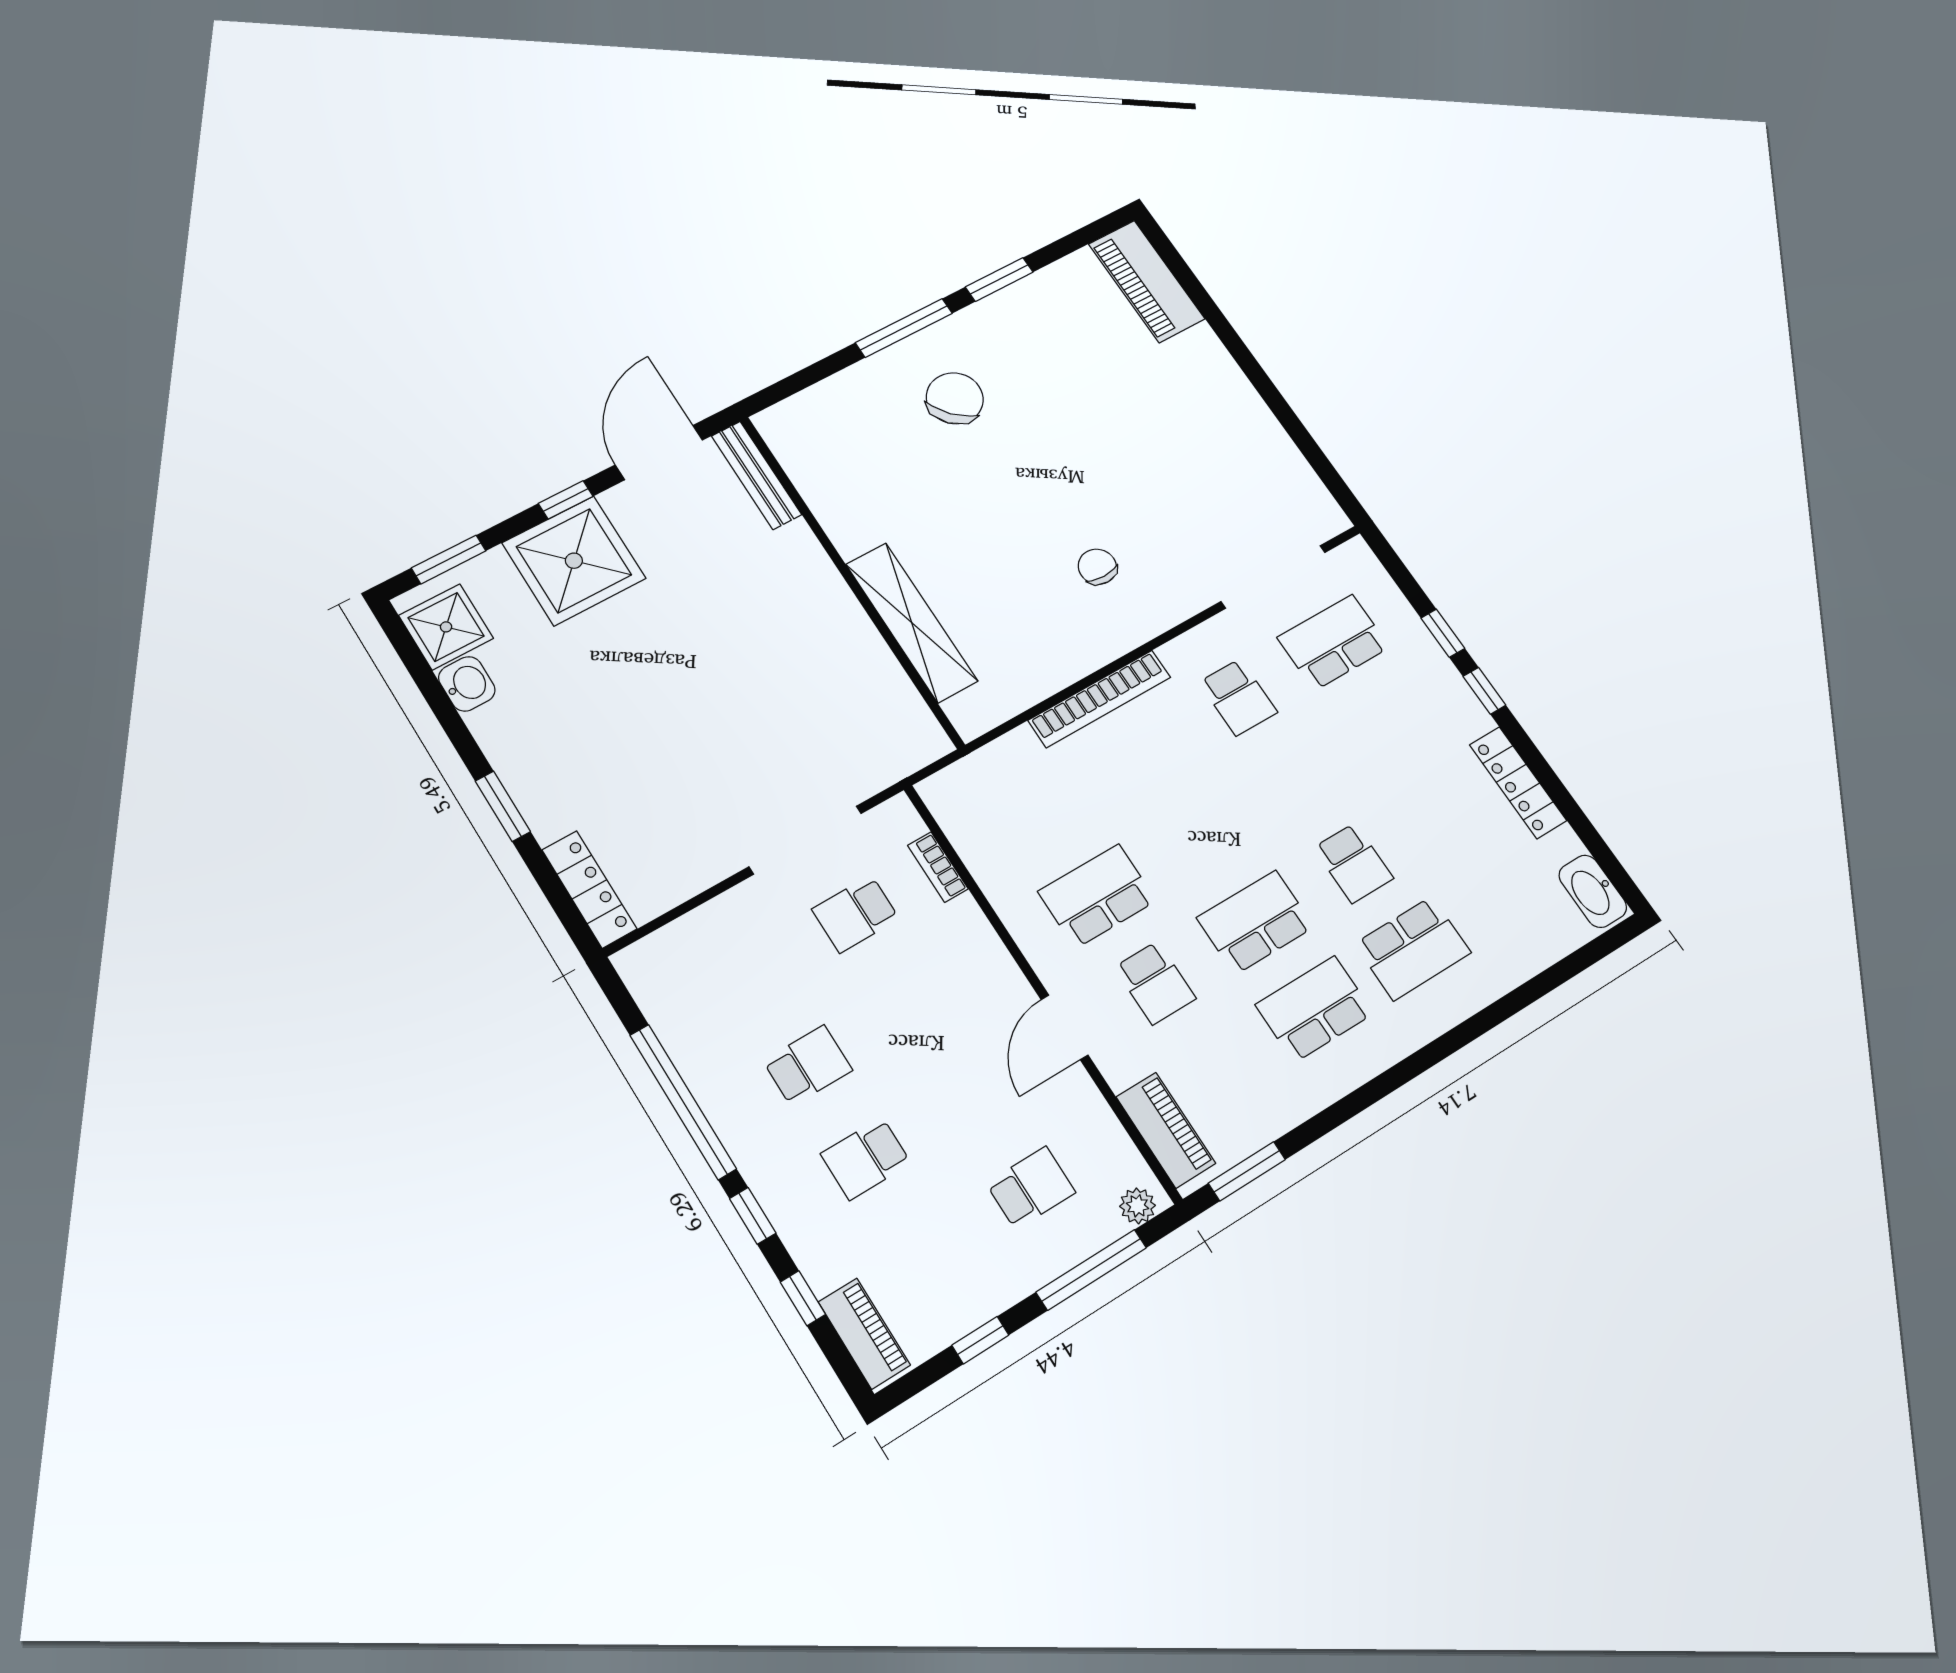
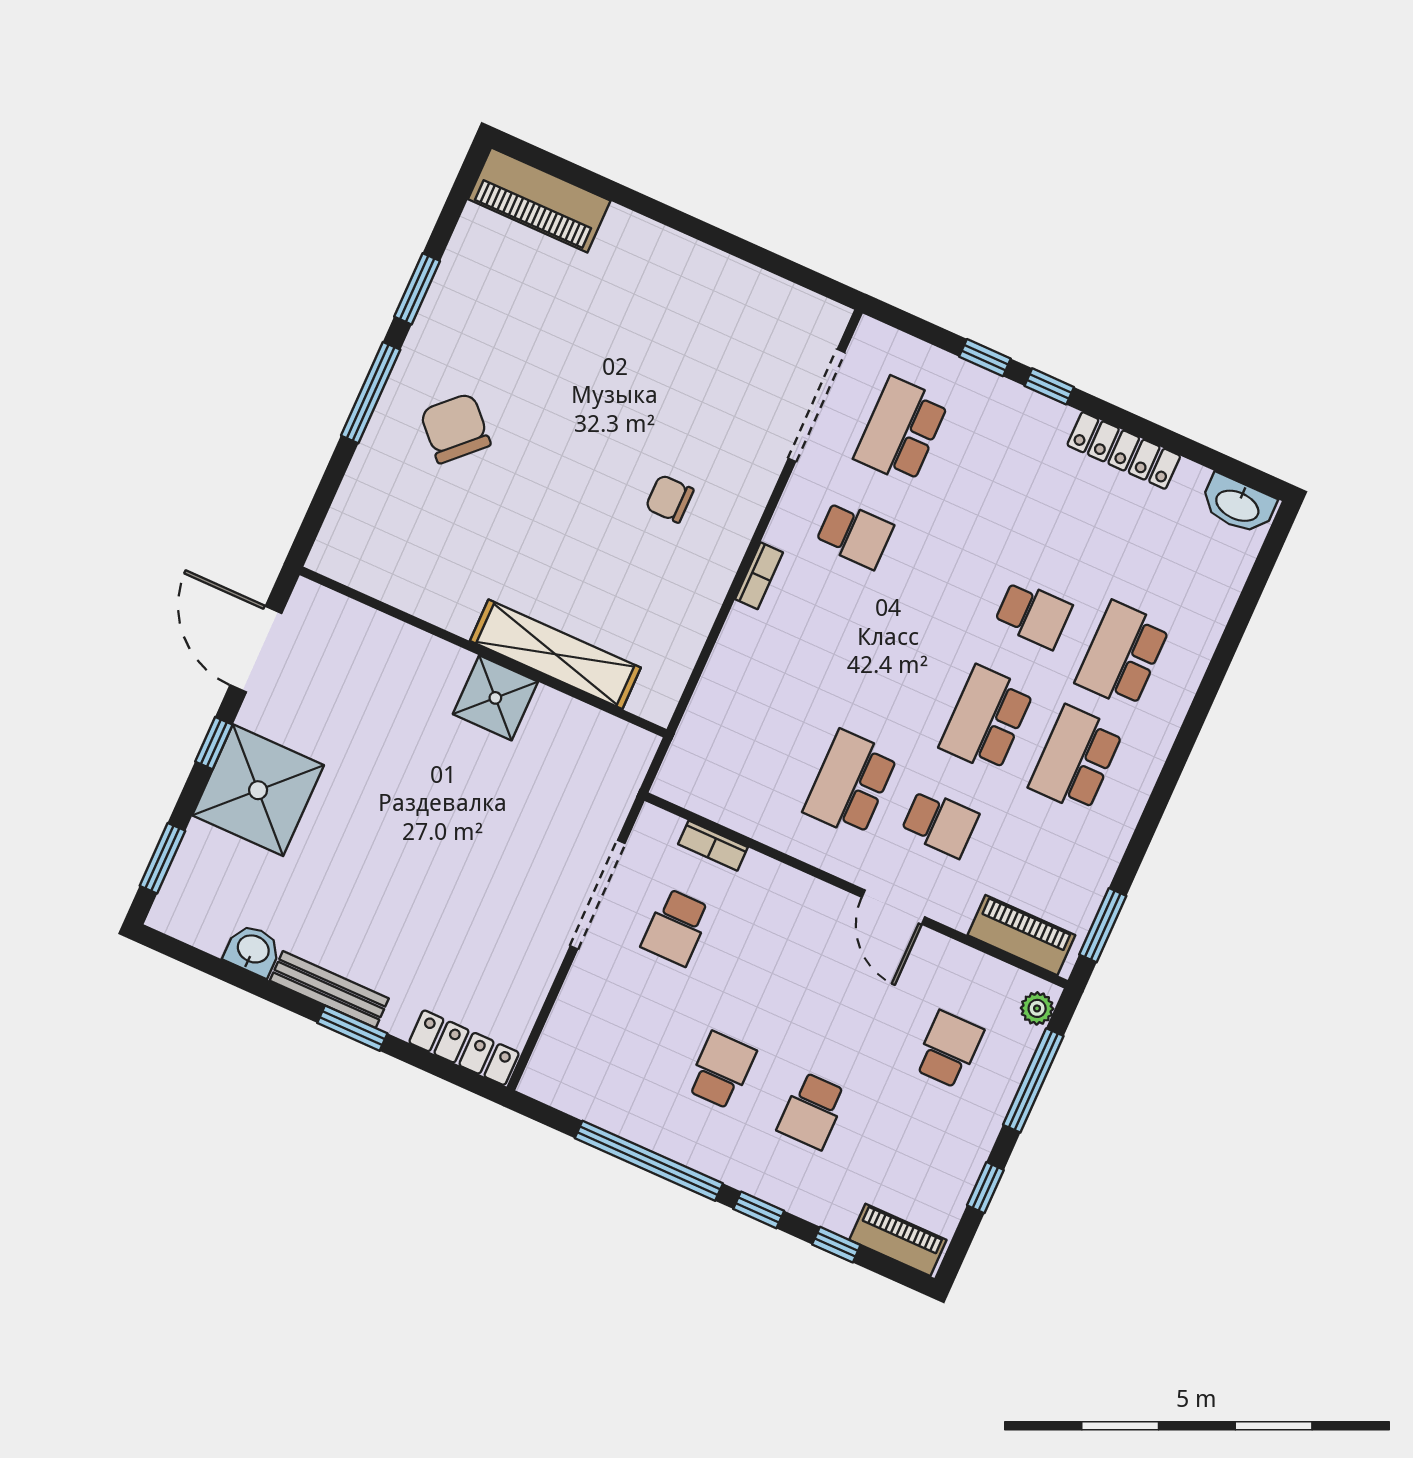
bench: (756, 475) -> (329, 990), moved
shower: (446, 627) -> (495, 698), moved
bookcase: (1100, 699) -> (759, 576), width x0.43, depth x0.76
school desk: (1413, 948) -> (1123, 654), turned 180

